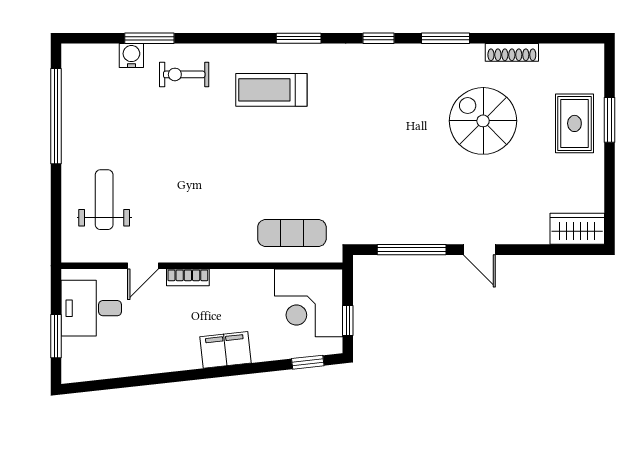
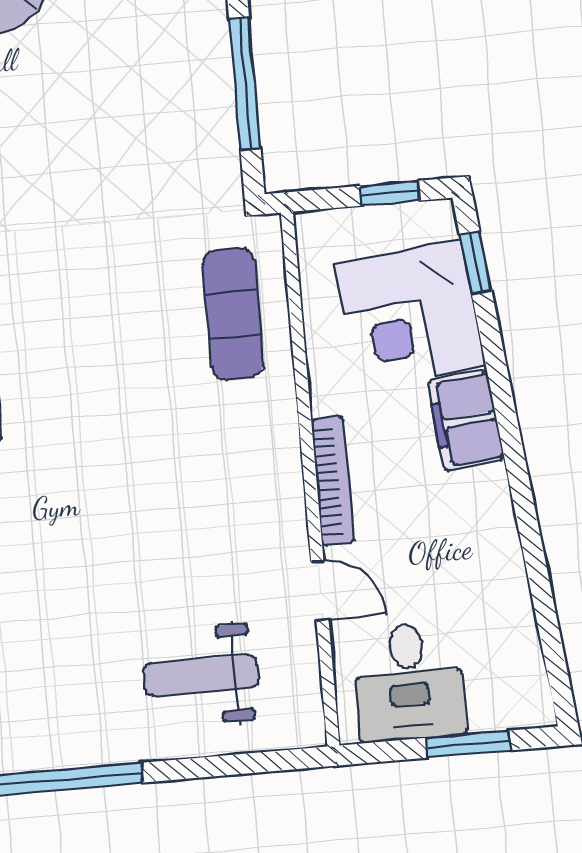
bookcase: (188, 277) -> (333, 481), width x1.56
corner desk: (309, 303) -> (410, 315), moved, turned 84

